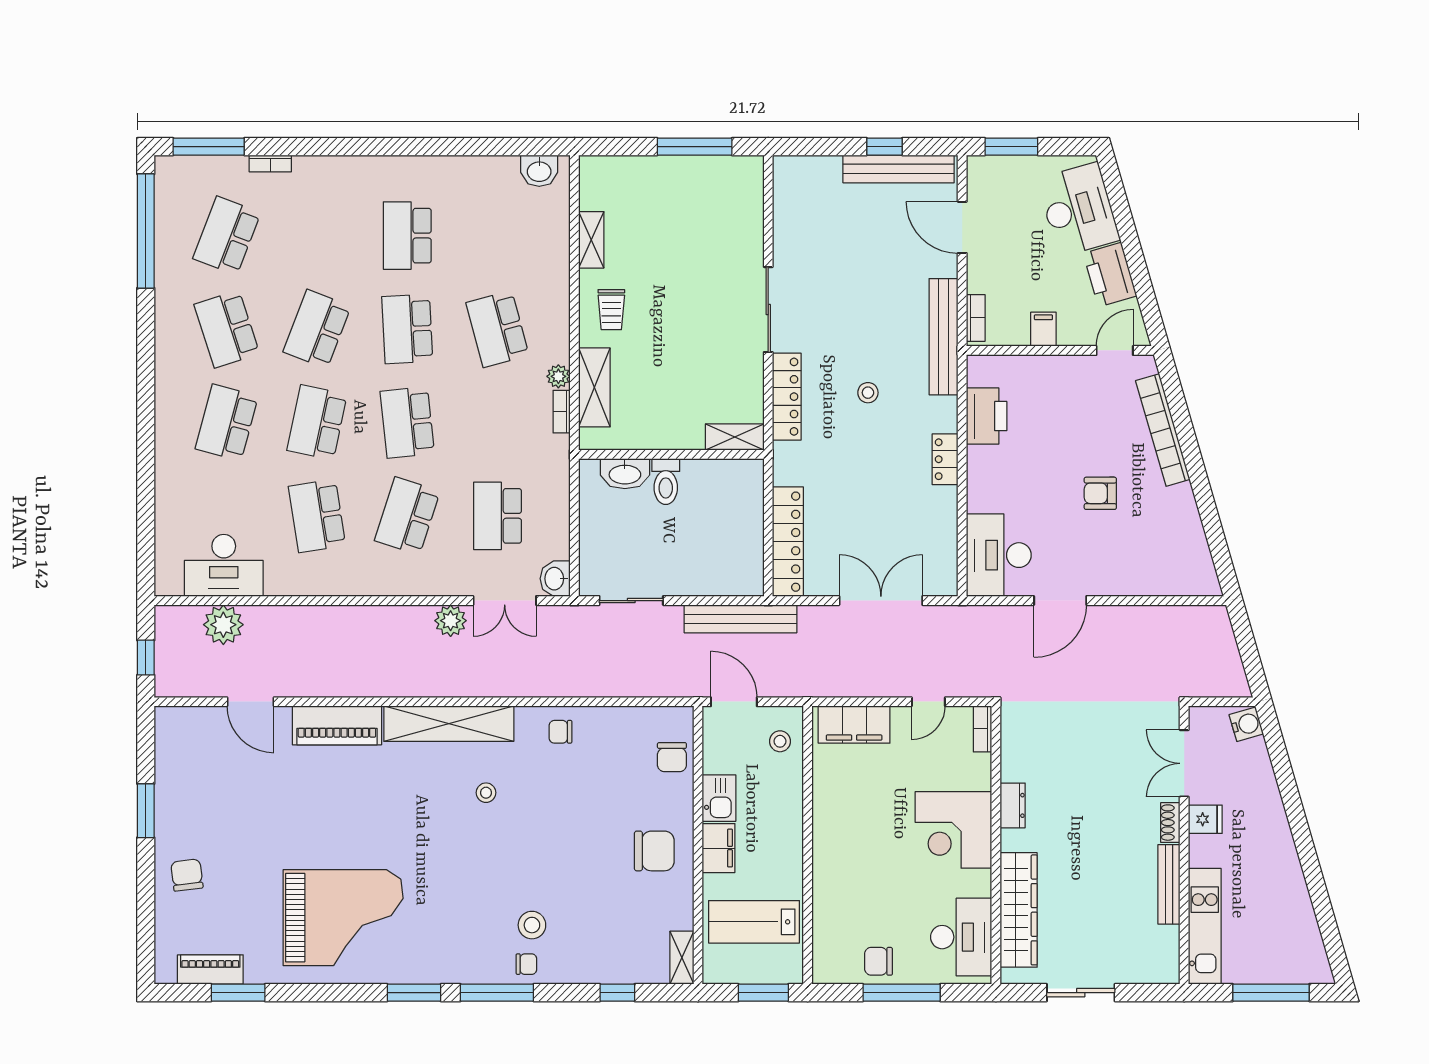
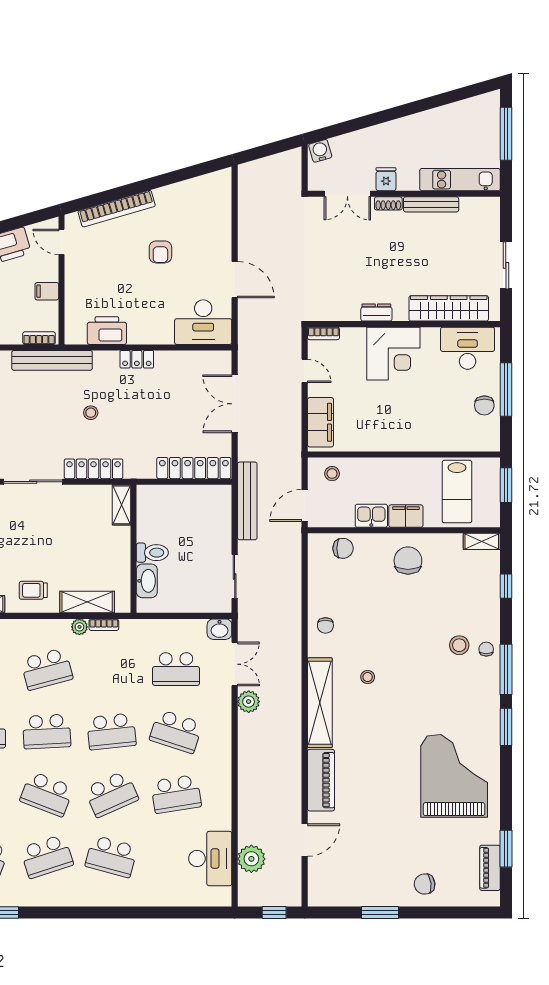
trolley: (611, 310) -> (33, 590), turned 180
school desk: (317, 422) -> (111, 794), turned -36

